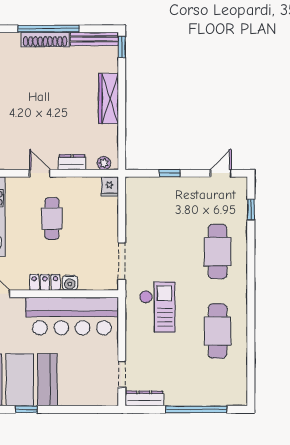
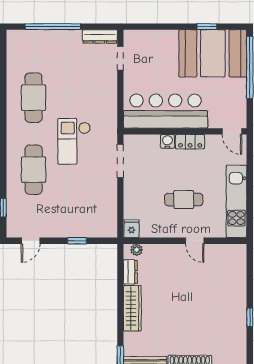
dresser: (72, 162) -> (130, 272), moved, turned -90
cafe table: (52, 219) -> (184, 200), turned 90
checkout: (157, 307) -> (74, 141), moved

